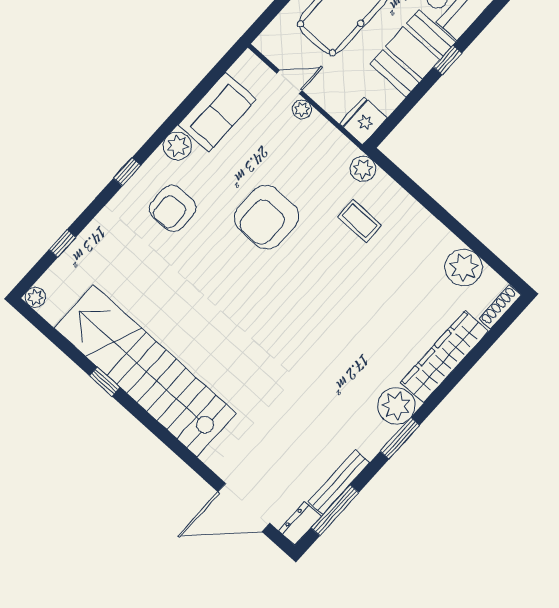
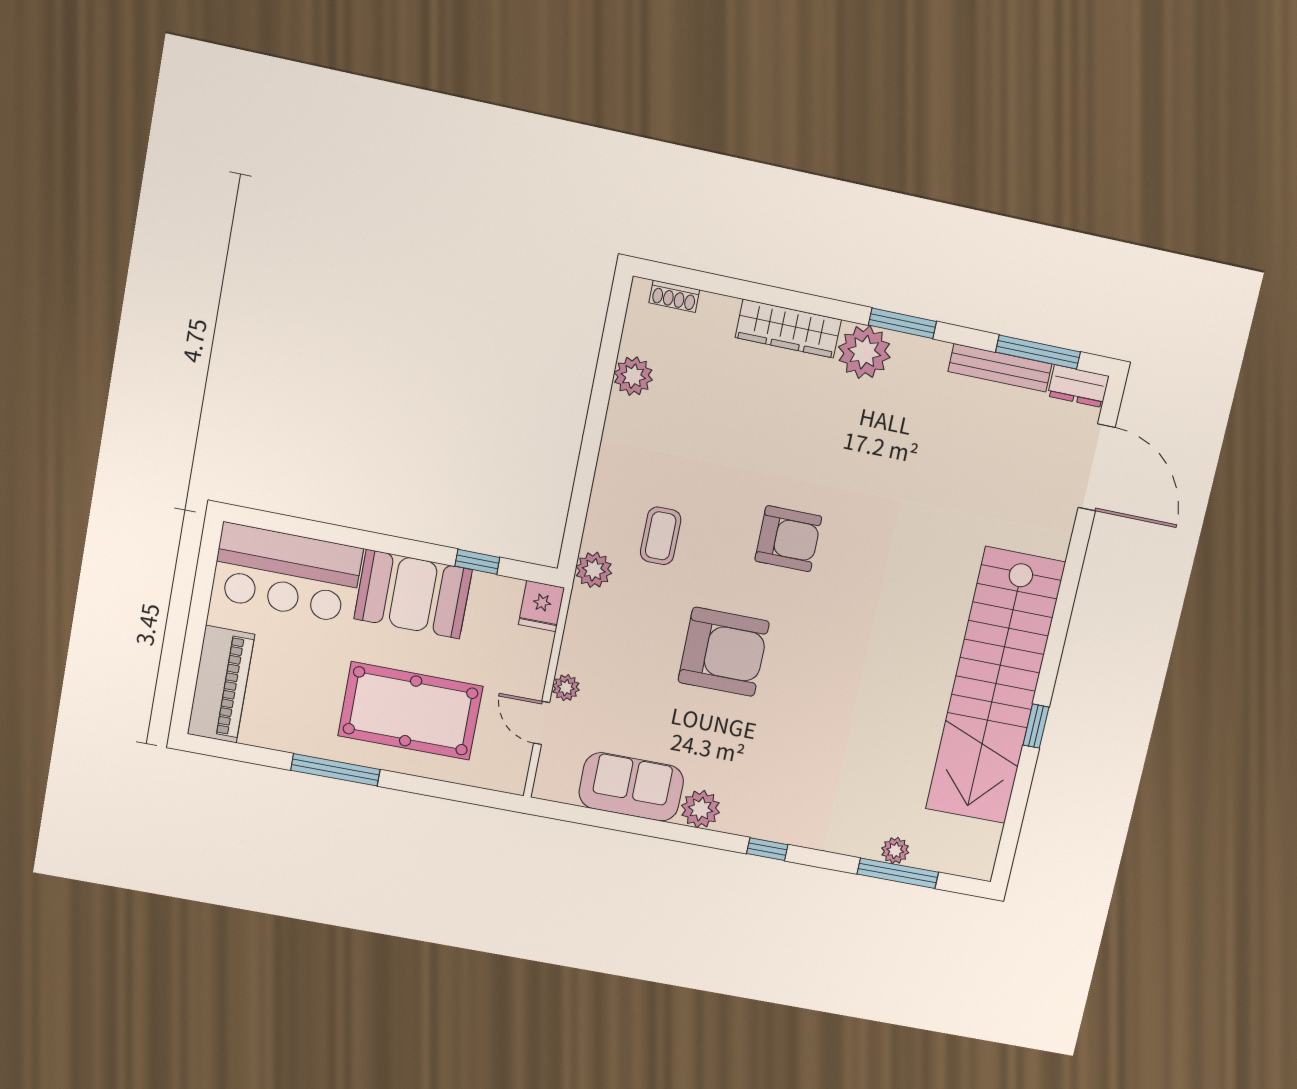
window: (448, 60) -> (477, 562), moved
fridge: (363, 121) -> (541, 606), width x0.72
armchair: (173, 208) -> (788, 539), moved
window: (62, 243) -> (898, 873), width x2.17
plant: (464, 267) -> (633, 376), width x0.73, depth x0.73
plant: (35, 297) -> (895, 850), moved
shoe rack: (500, 307) -> (674, 296), width x0.70
wardrobe: (444, 357) -> (788, 329), width x0.71, depth x0.85

